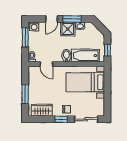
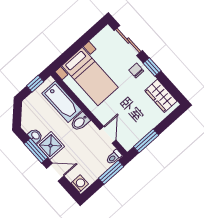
window: (25, 37) -> (111, 172), moved
window: (25, 94) -> (146, 141), moved

